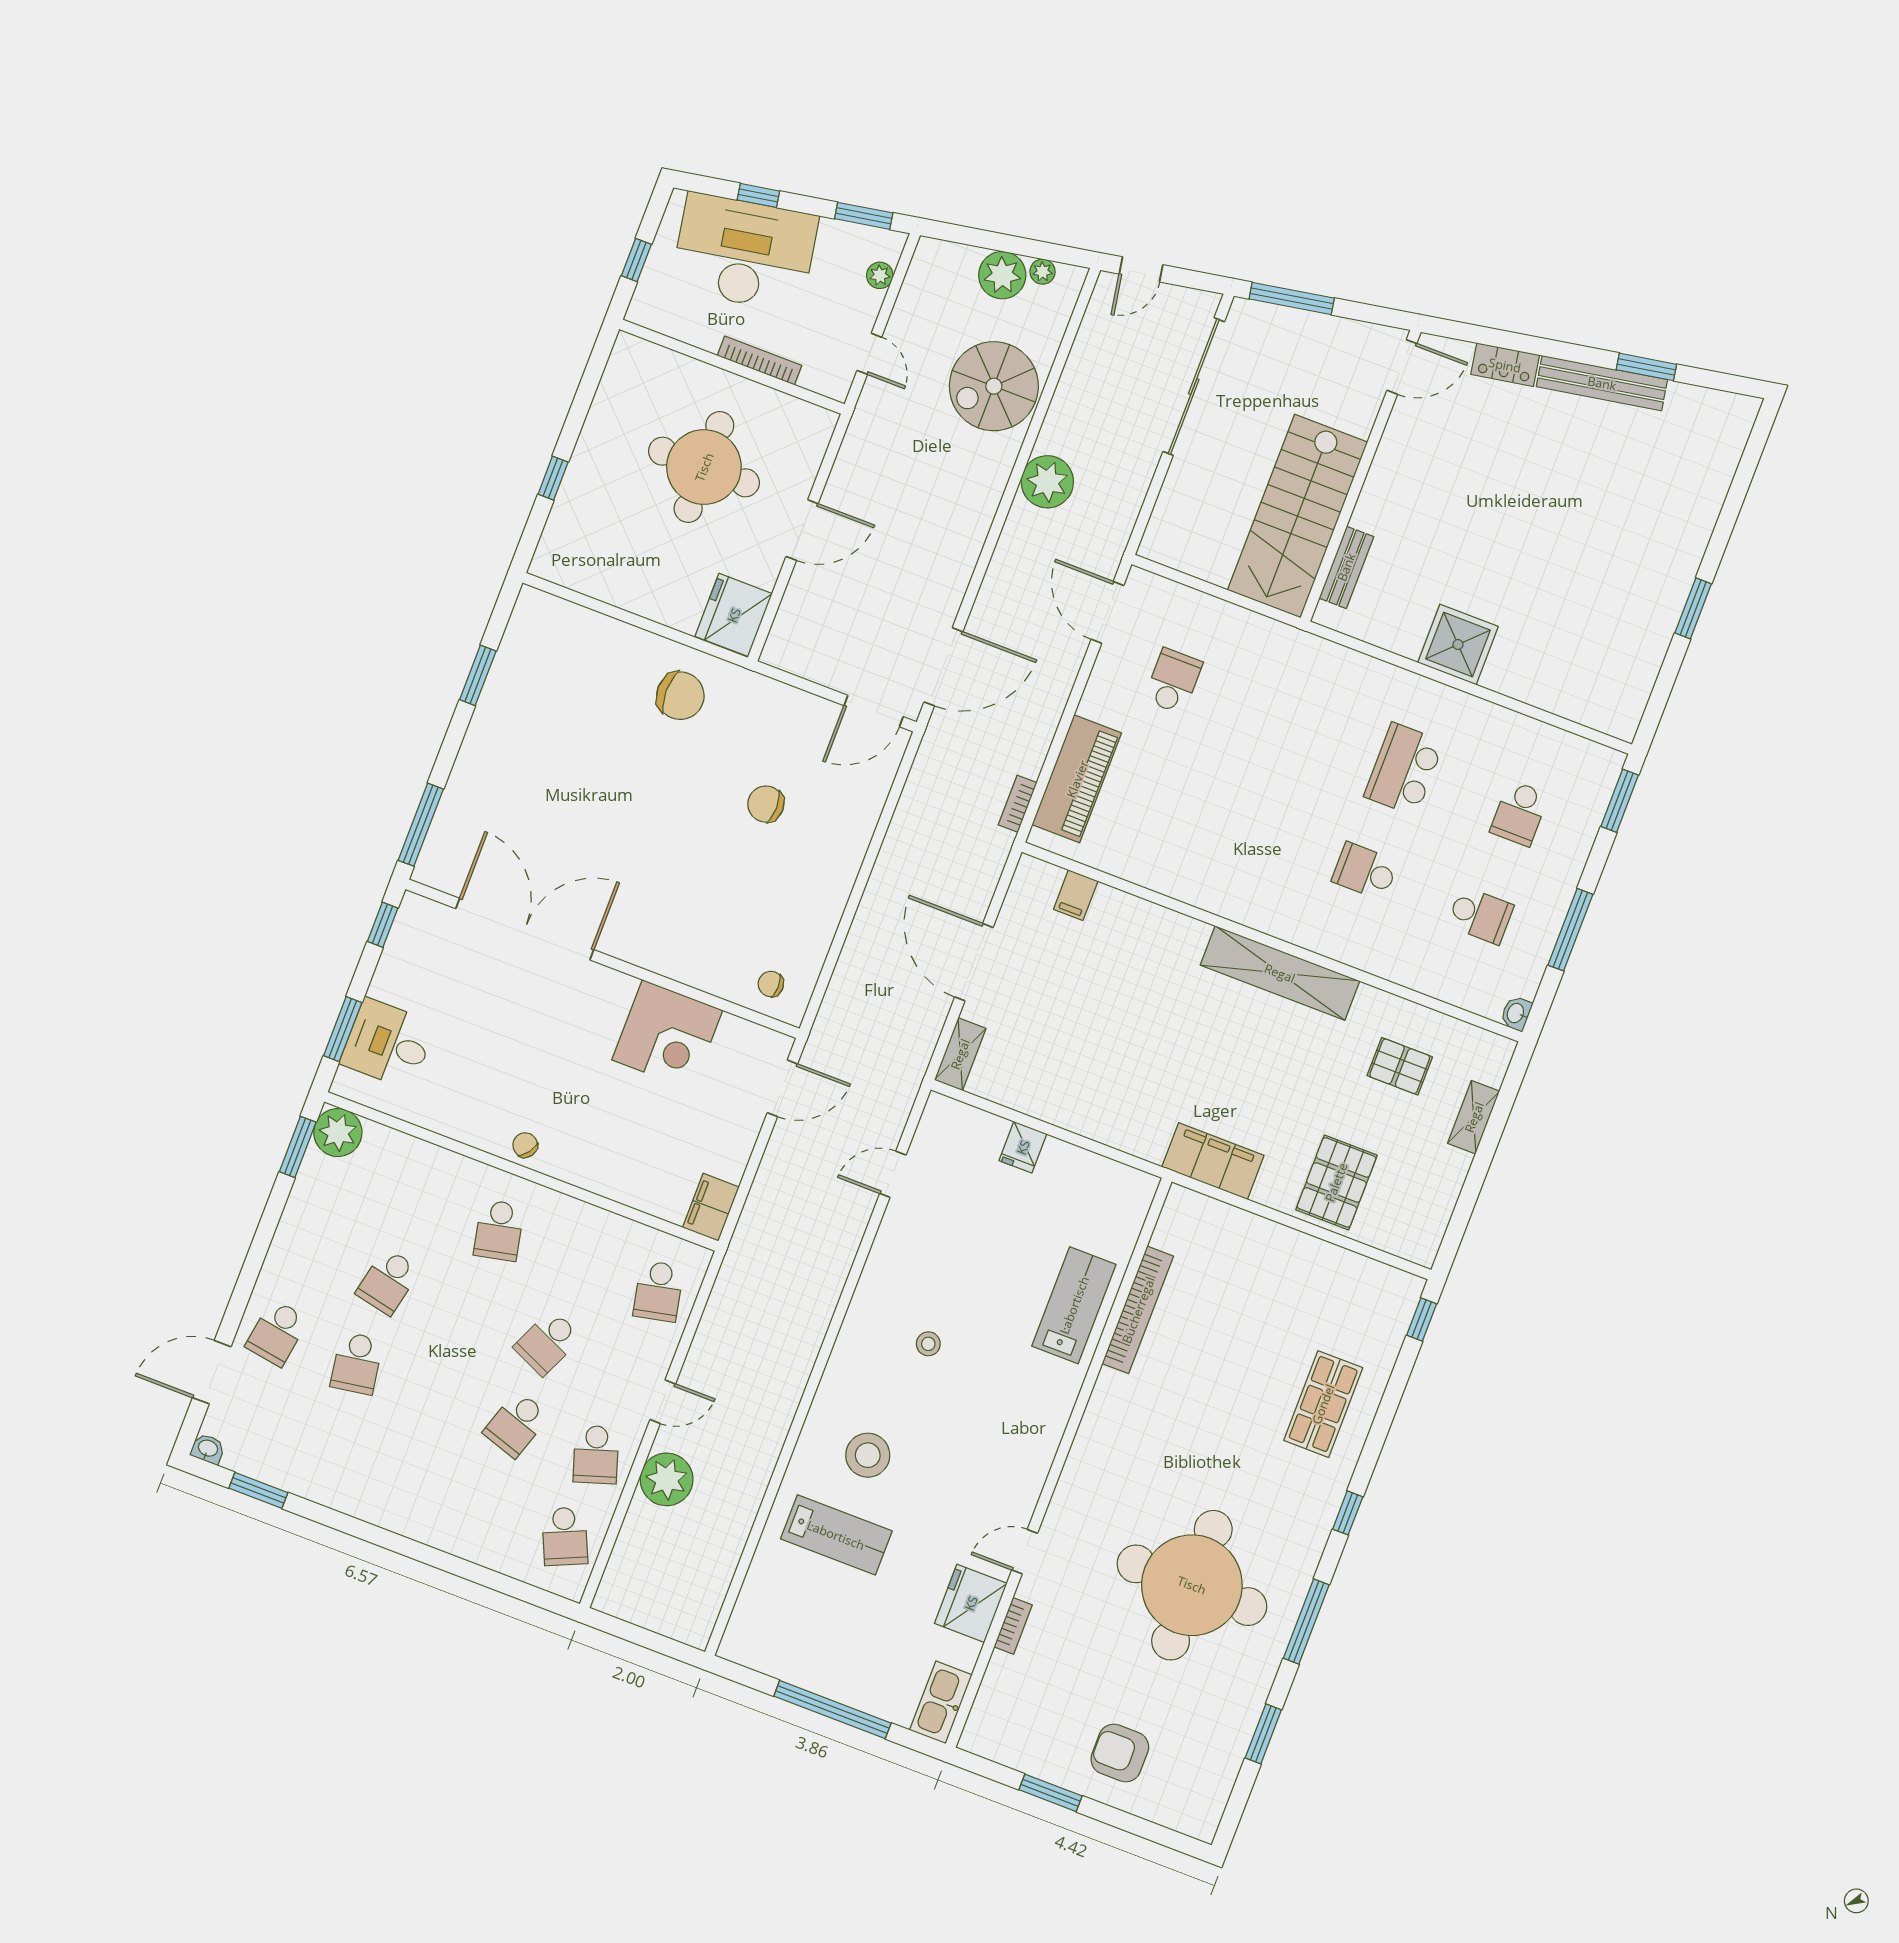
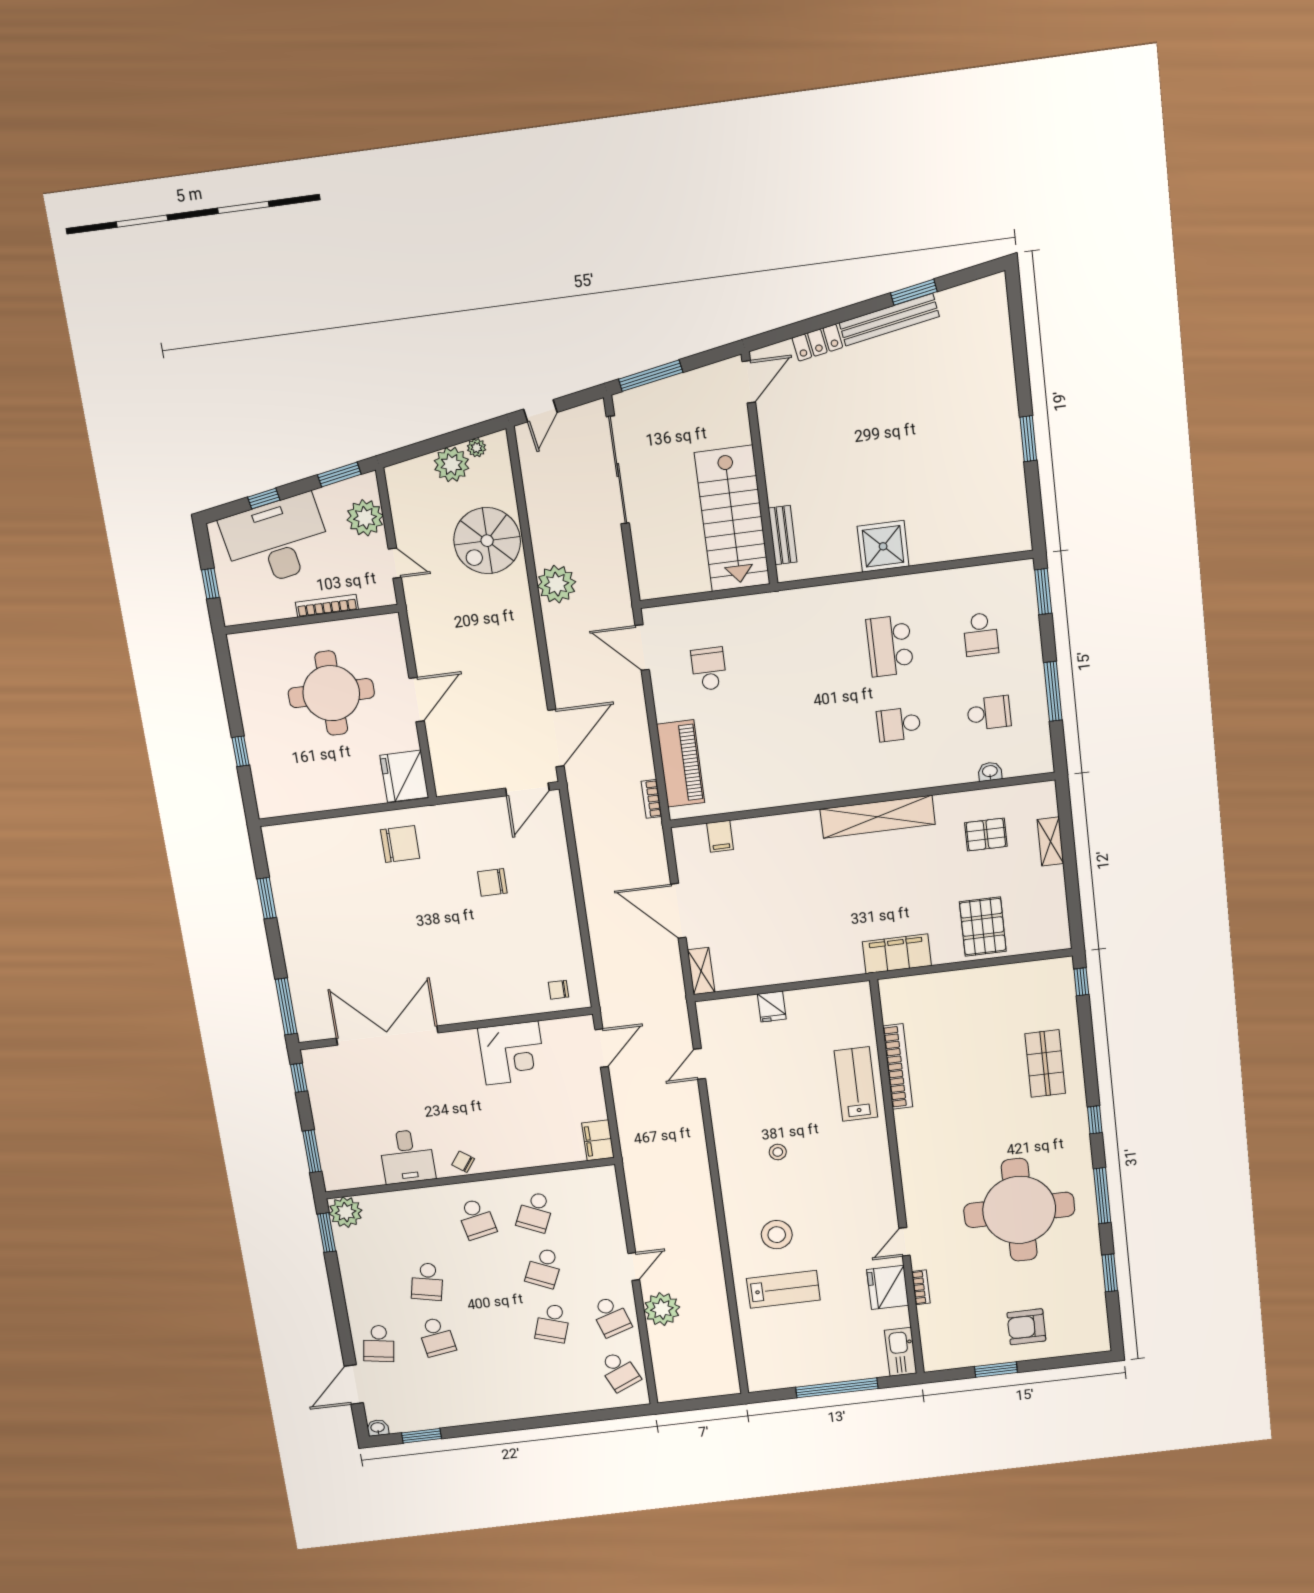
plant: (880, 275) -> (365, 518), width x1.87, depth x1.87
washbasin: (1516, 1013) -> (990, 772), moved, turned 90
desk: (388, 1044) -> (407, 1156), moved, turned -90
school desk: (658, 1291) -> (535, 1212), moved, turned 36

